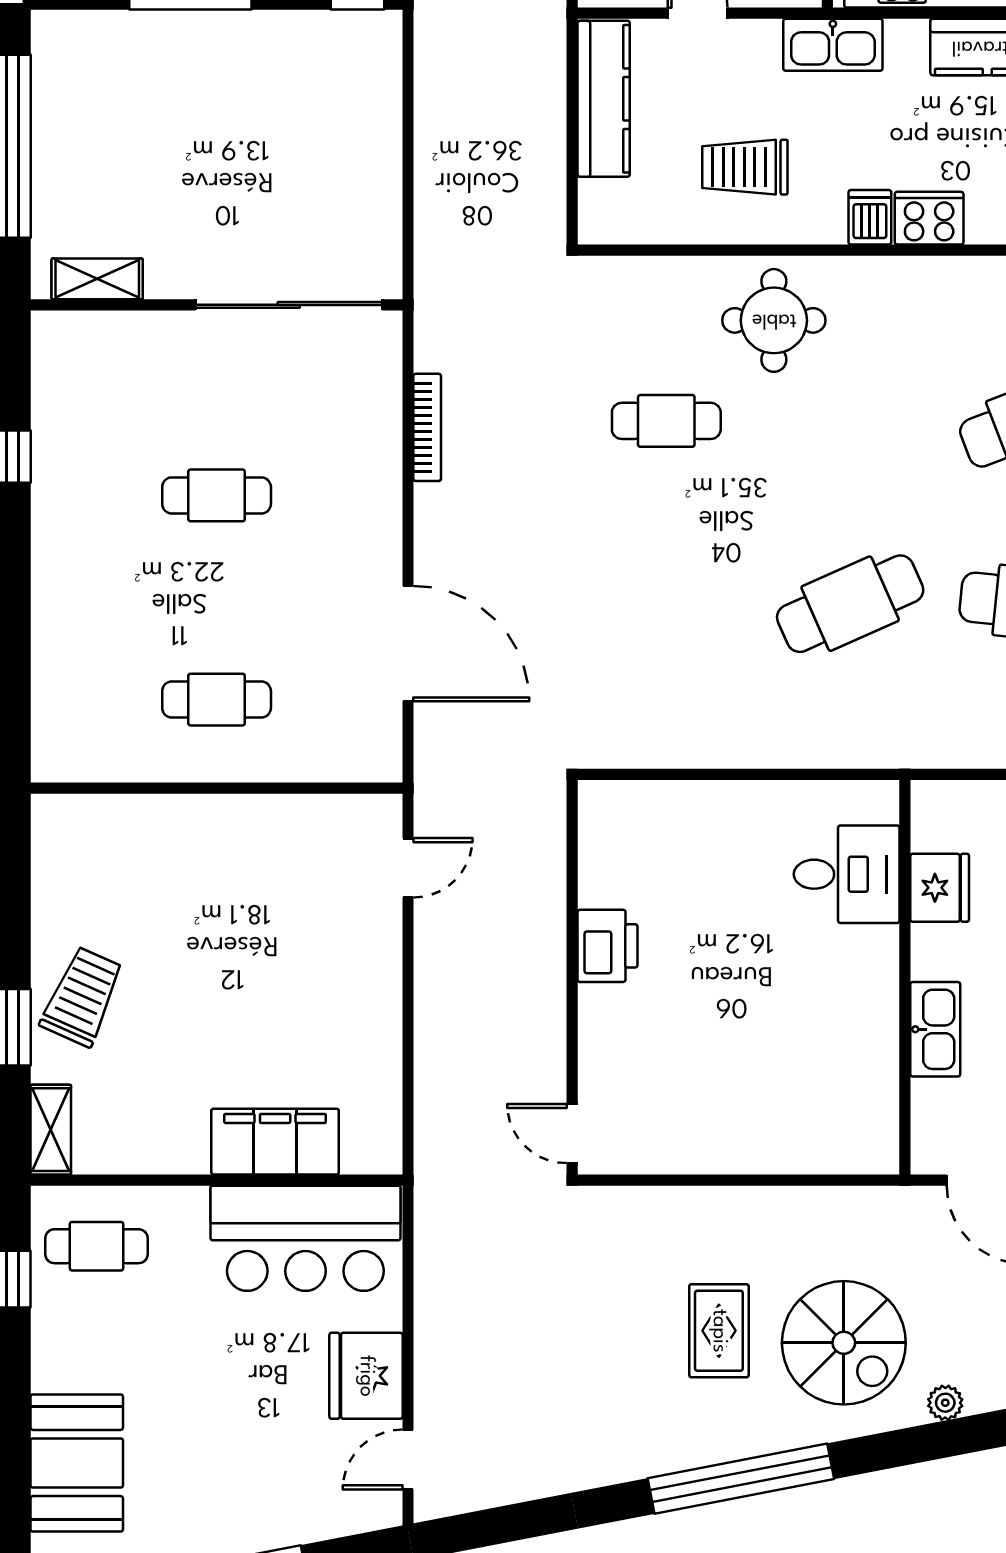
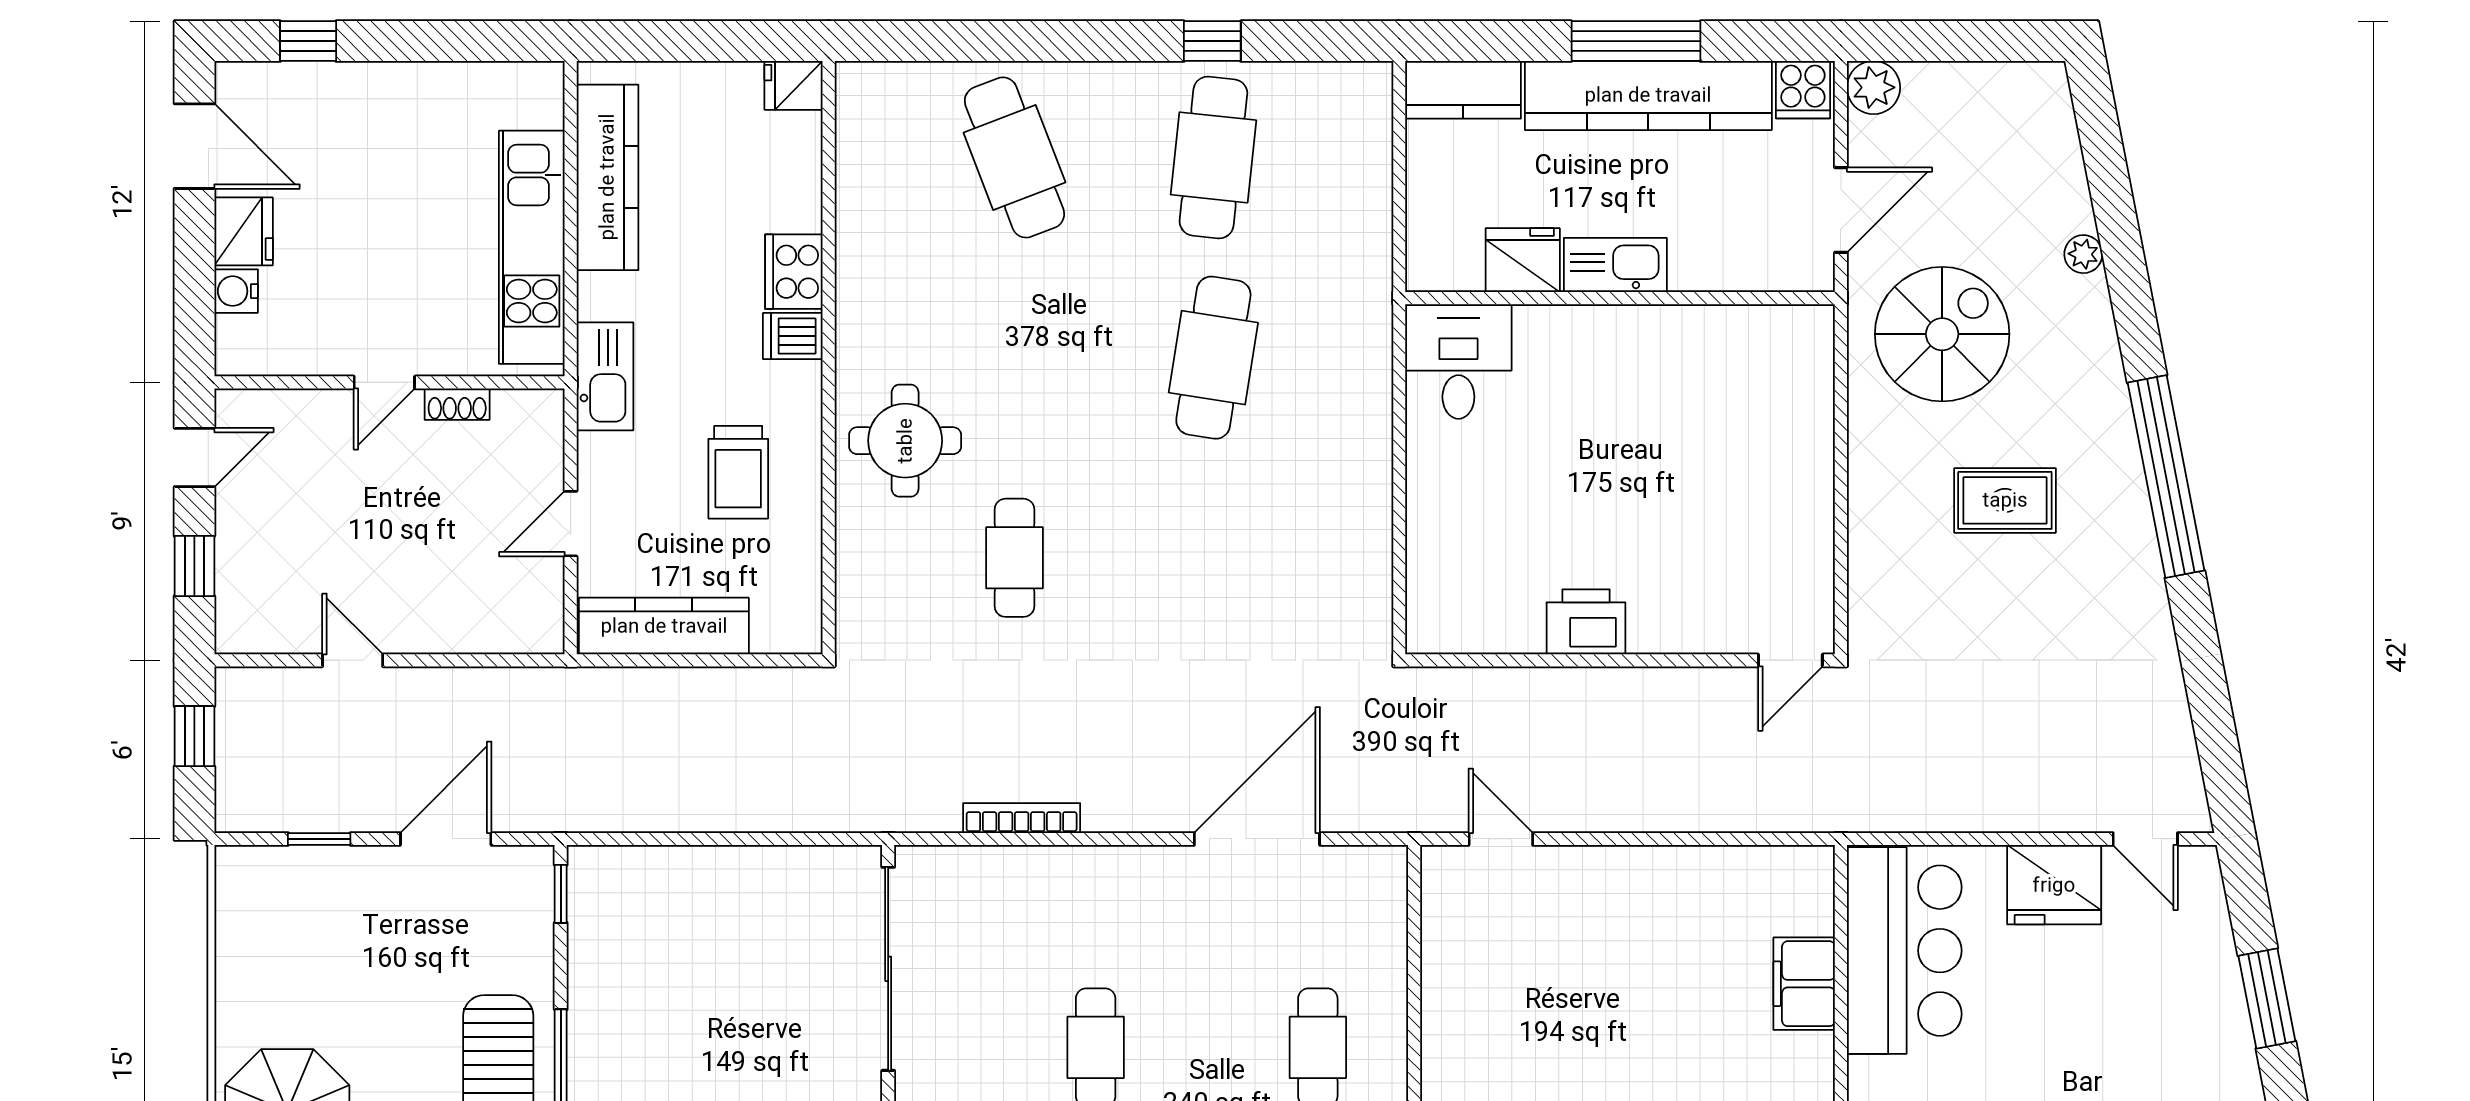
cafe table: (850, 604) -> (1213, 358), turned 33
desk: (847, 874) -> (1458, 361), moved
kitchen sink: (935, 1029) -> (1615, 265), moved
filing cabinet: (275, 1142) -> (1804, 984), width x0.67, depth x0.86
spiral stairs: (844, 1343) -> (1942, 334), moved

